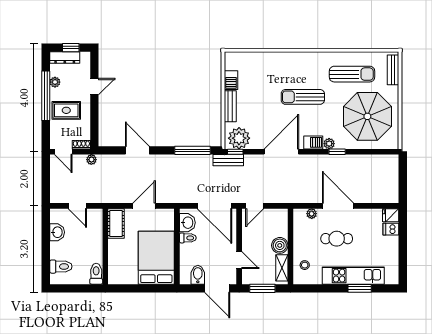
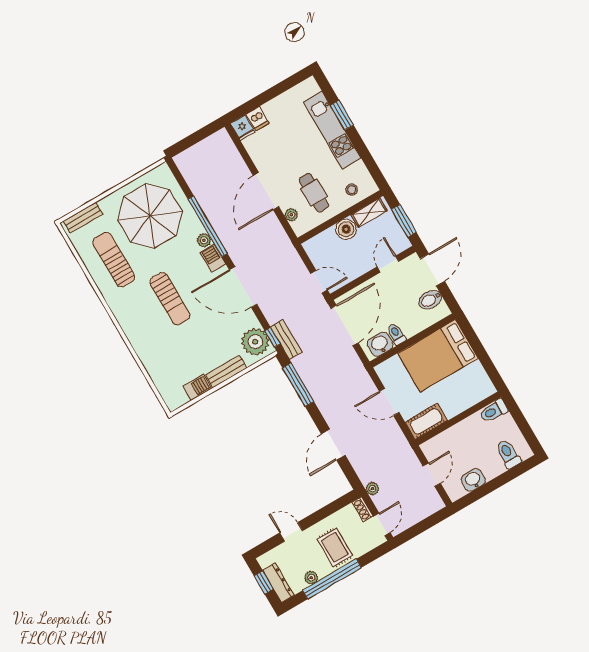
window: (337, 152) -> (208, 226), width x3.17
cafe table: (337, 239) -> (314, 193), moved

